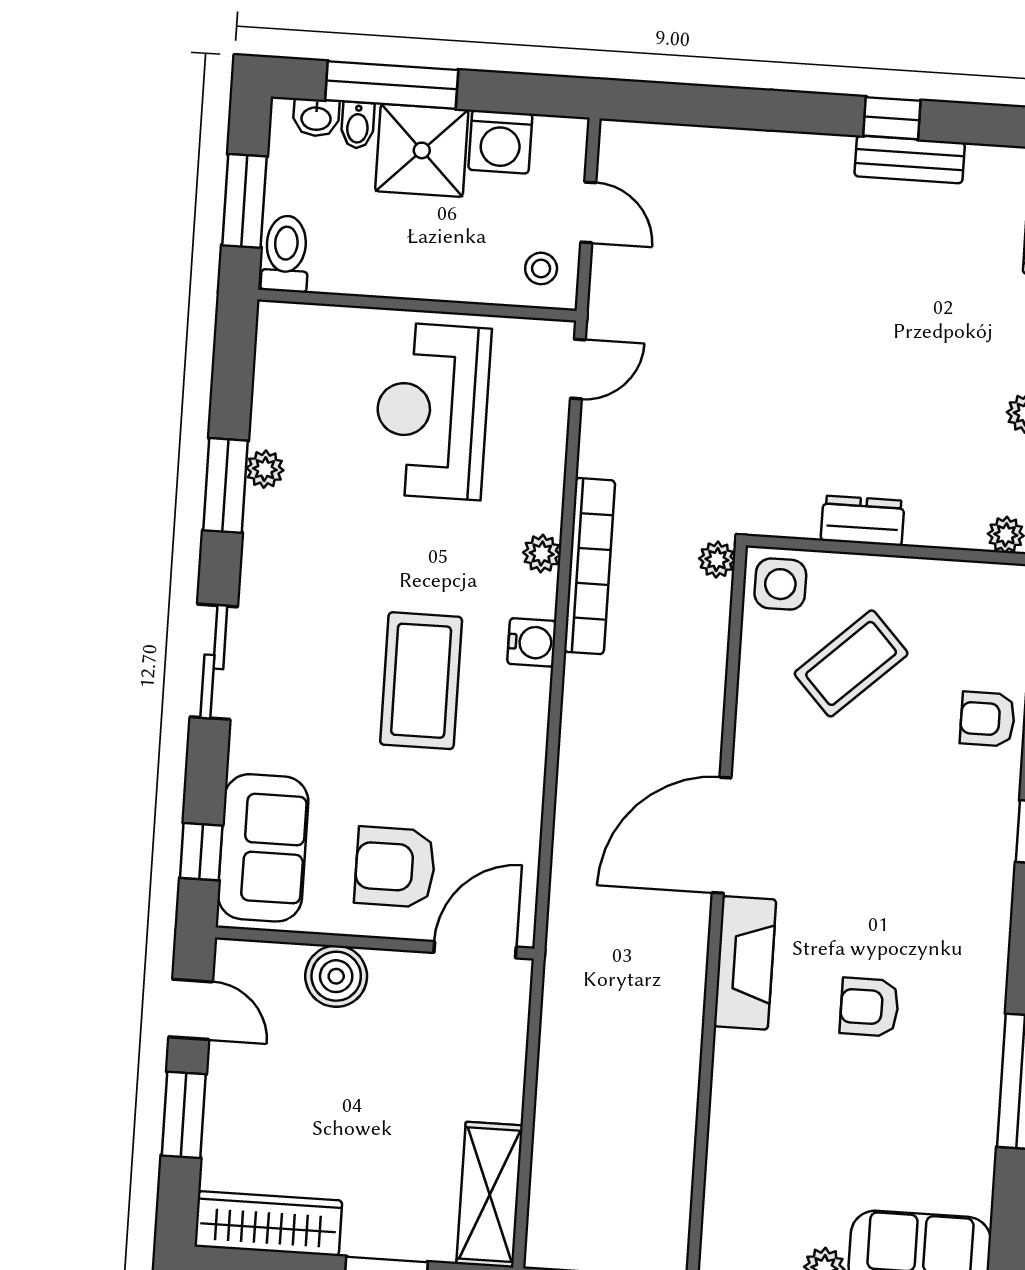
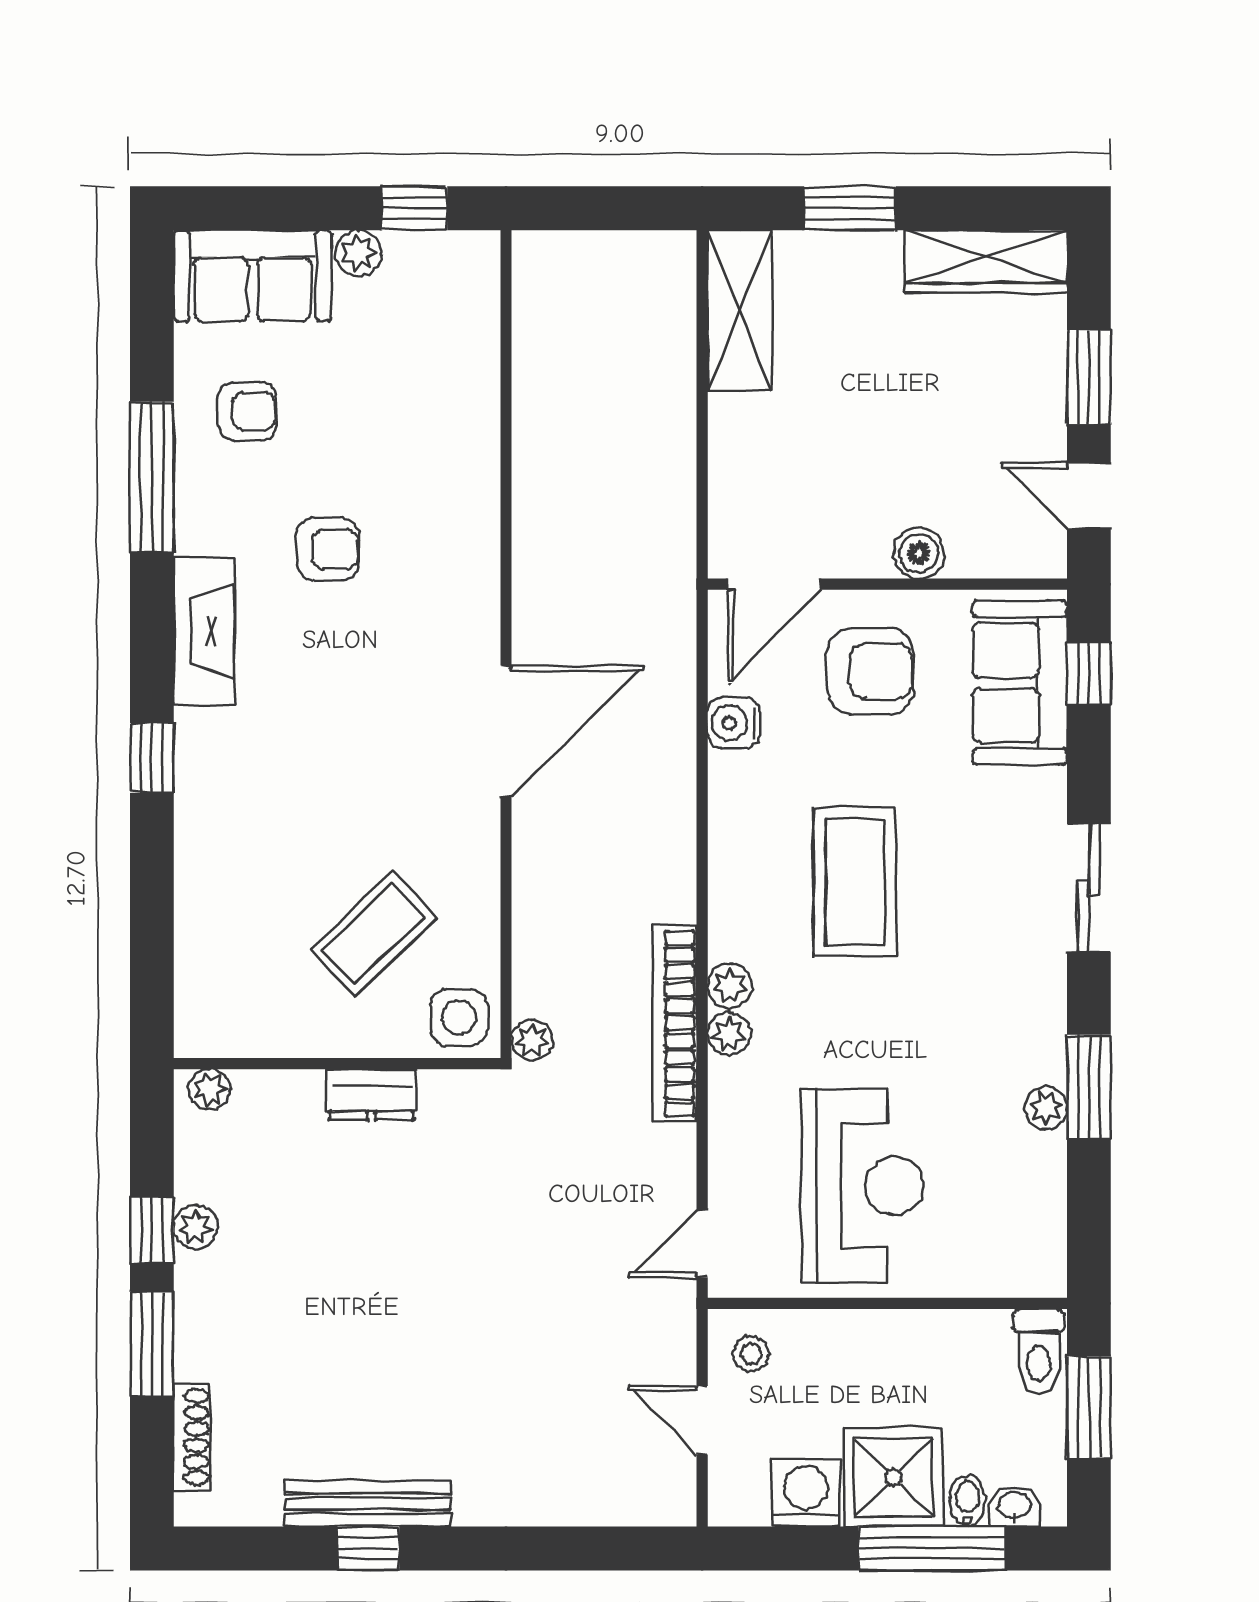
bench: (910, 159) -> (367, 1504), width x1.36
plant: (538, 596) -> (730, 986), added
water cooler: (532, 642) -> (734, 723), moved
armchair: (988, 719) -> (247, 411), moved
fireplace: (745, 963) -> (204, 631), moved, turned 180
boiler: (336, 976) -> (919, 553), width x0.73, depth x0.73

